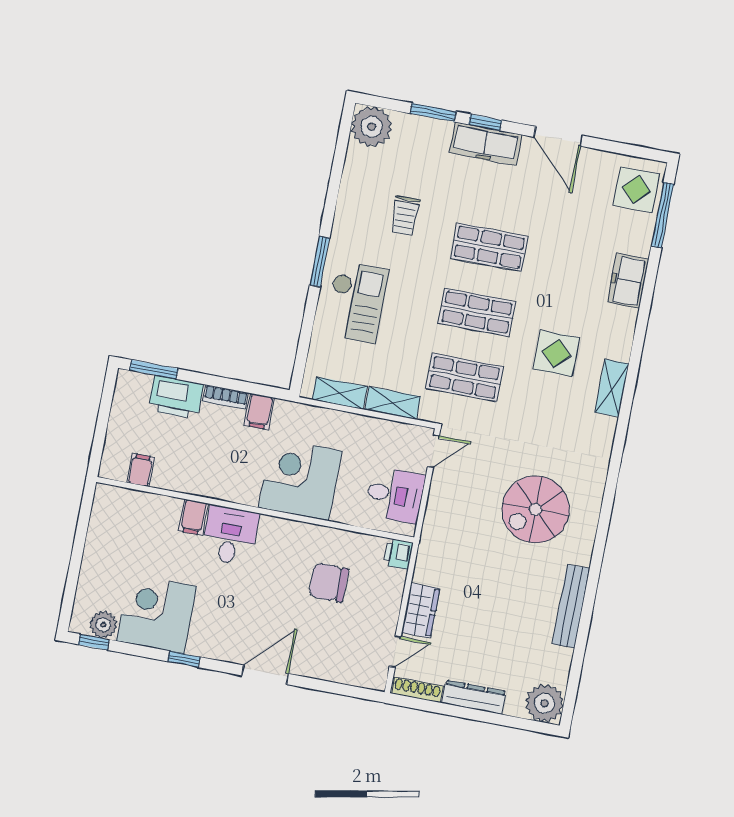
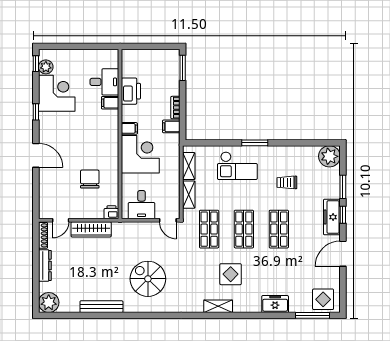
printer: (176, 397) -> (131, 91), moved, turned 180
filing cabinet: (141, 470) -> (129, 128), moved
desk: (230, 535) -> (104, 82), moved
wardrobe: (421, 610) -> (91, 229), width x1.50
door: (395, 652) -> (61, 220), hinge flipped

